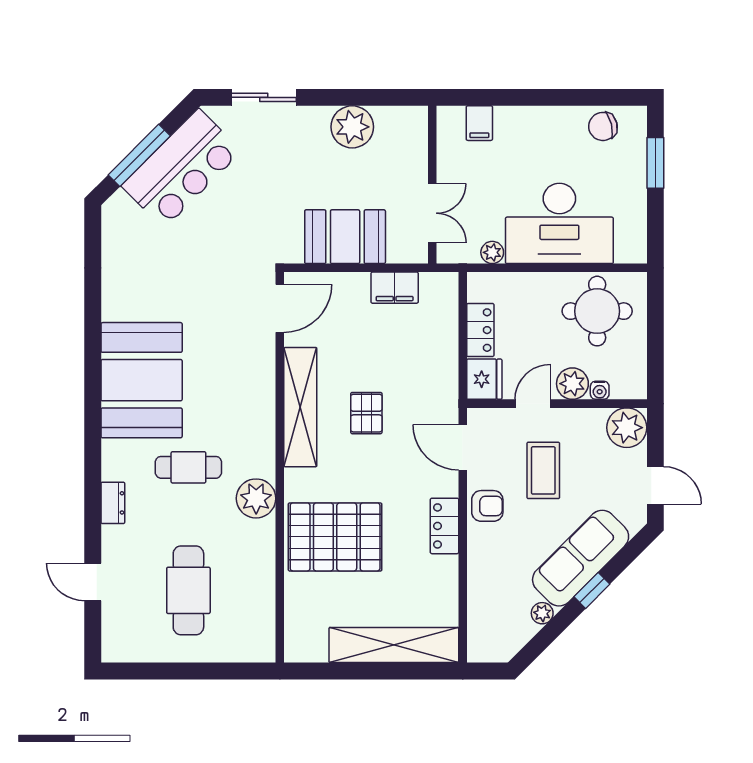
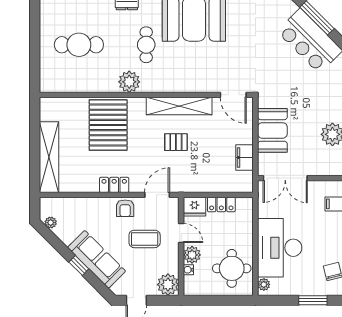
double door: (432, 213) -> (285, 178), width x1.37
plant: (492, 252) -> (264, 284), moved
plant: (542, 613) -> (51, 223), moved

